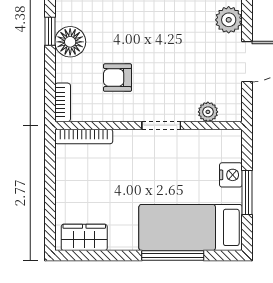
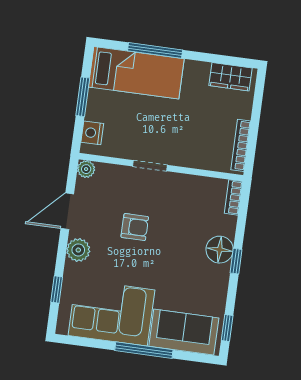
armchair: (117, 78) -> (135, 227), moved
plant: (208, 112) -> (86, 169), moved
bookcase: (84, 136) -> (241, 145), moved, turned -90
nightstand: (231, 175) -> (92, 133), moved

